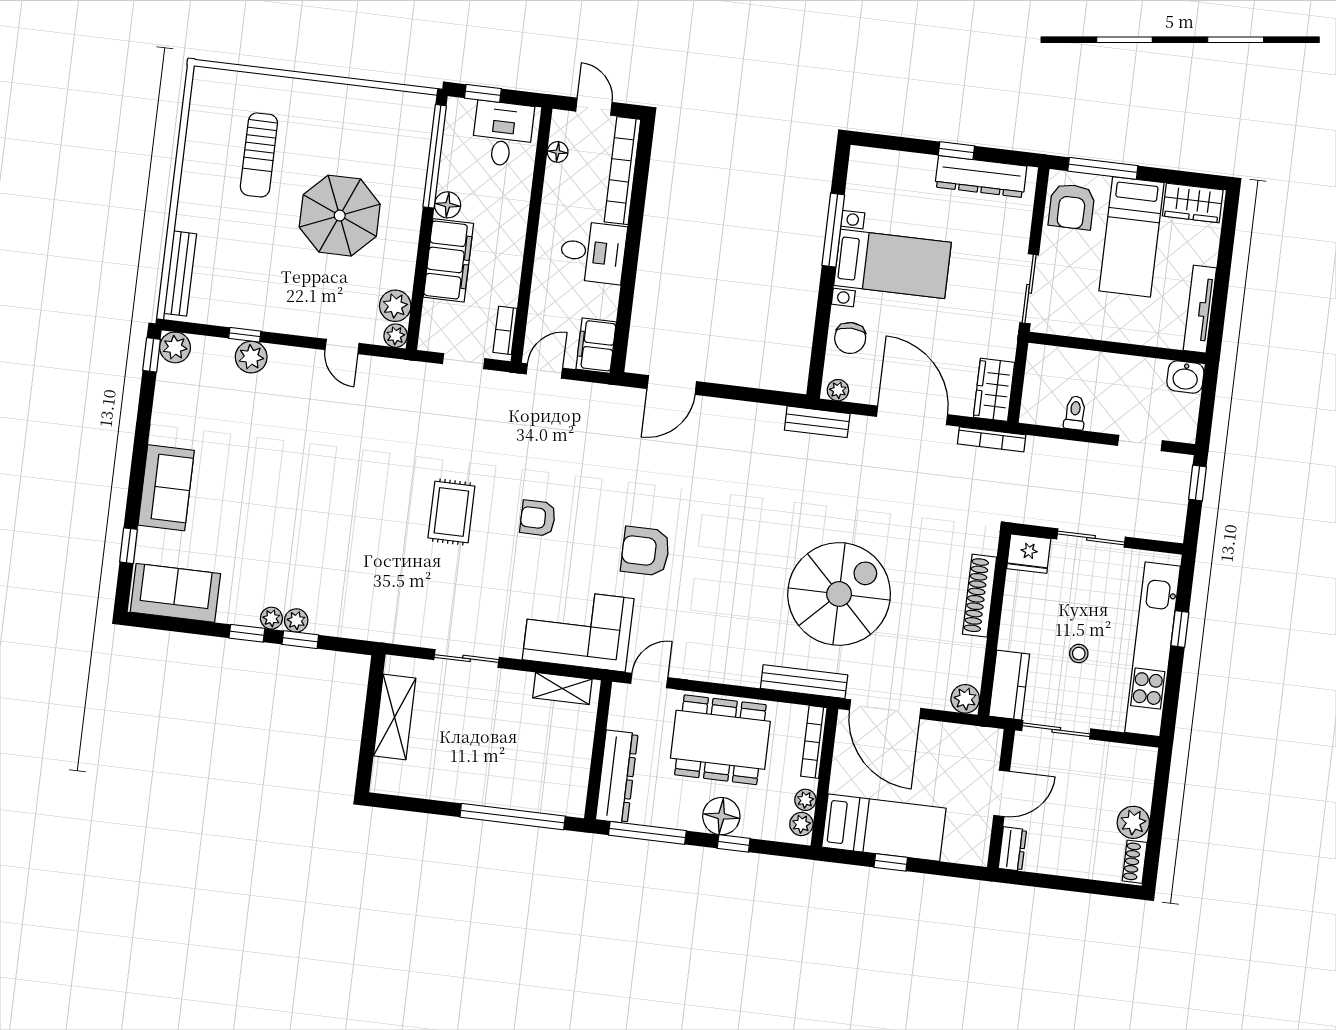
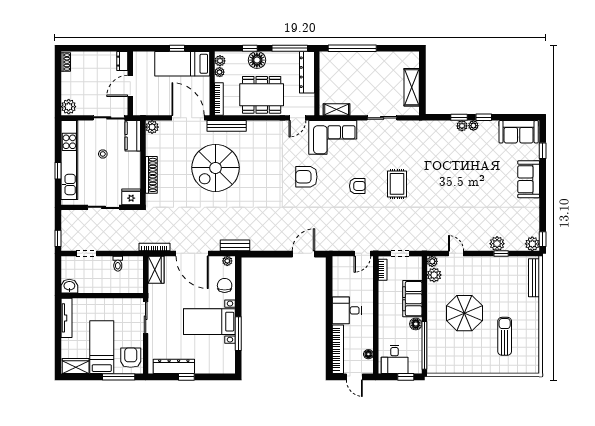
filing cabinet: (596, 346) -> (340, 268), removed
armchair: (645, 551) -> (306, 177), turned 180
plant: (1133, 822) -> (69, 107), moved

